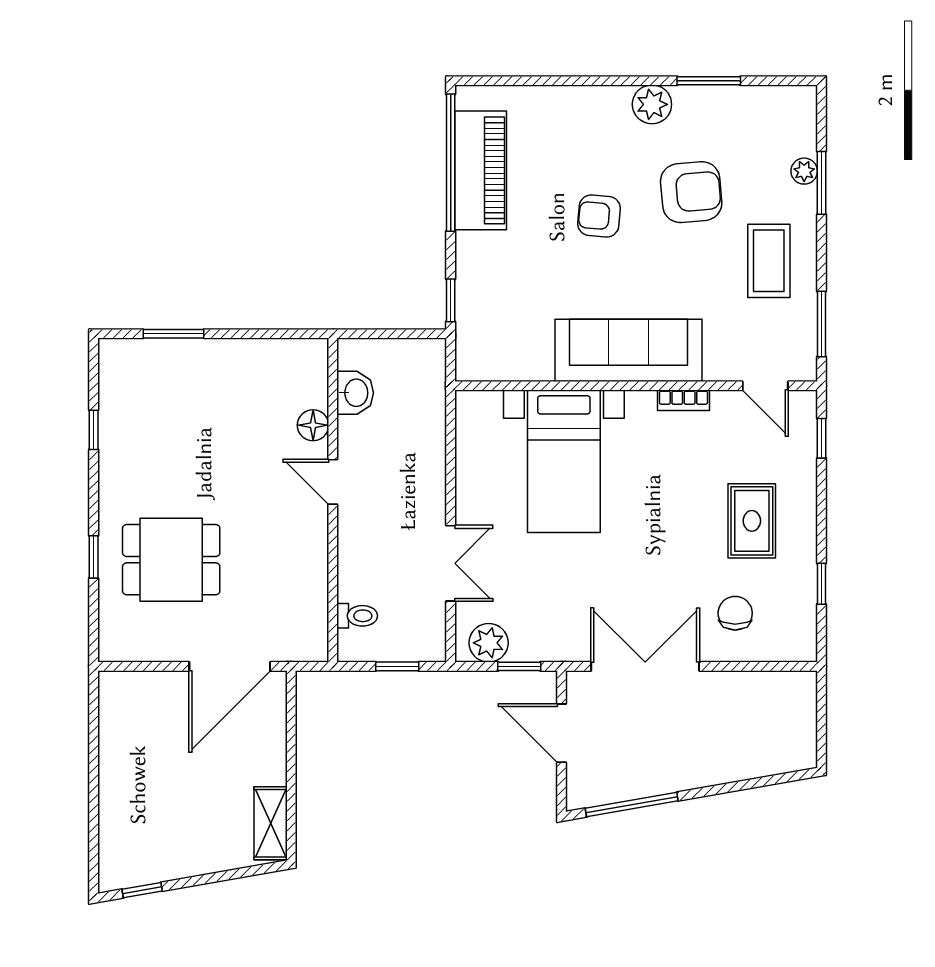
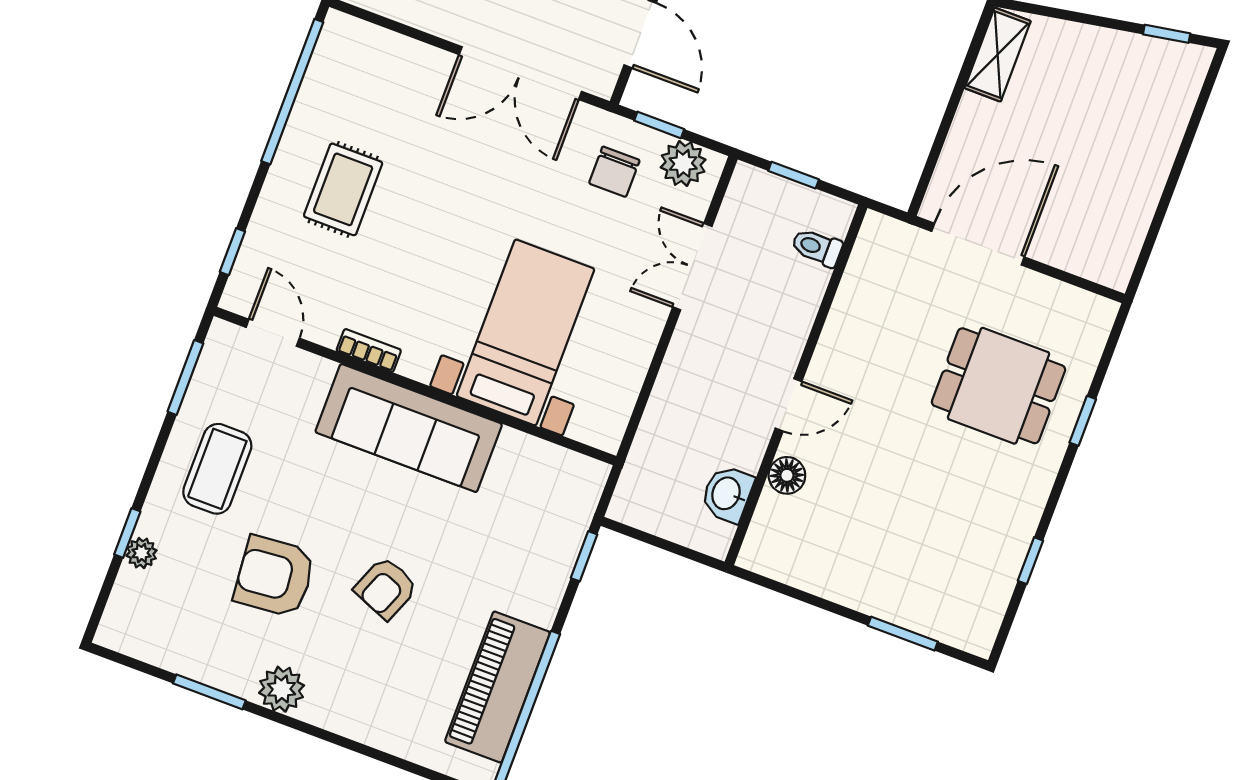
window: (821, 183) -> (127, 533), width x0.67
armchair: (599, 216) -> (386, 588), turned 107
door: (333, 482) -> (788, 405), hinge flipped
window: (821, 584) -> (292, 92), width x3.17
chair: (735, 613) -> (614, 172), moved

